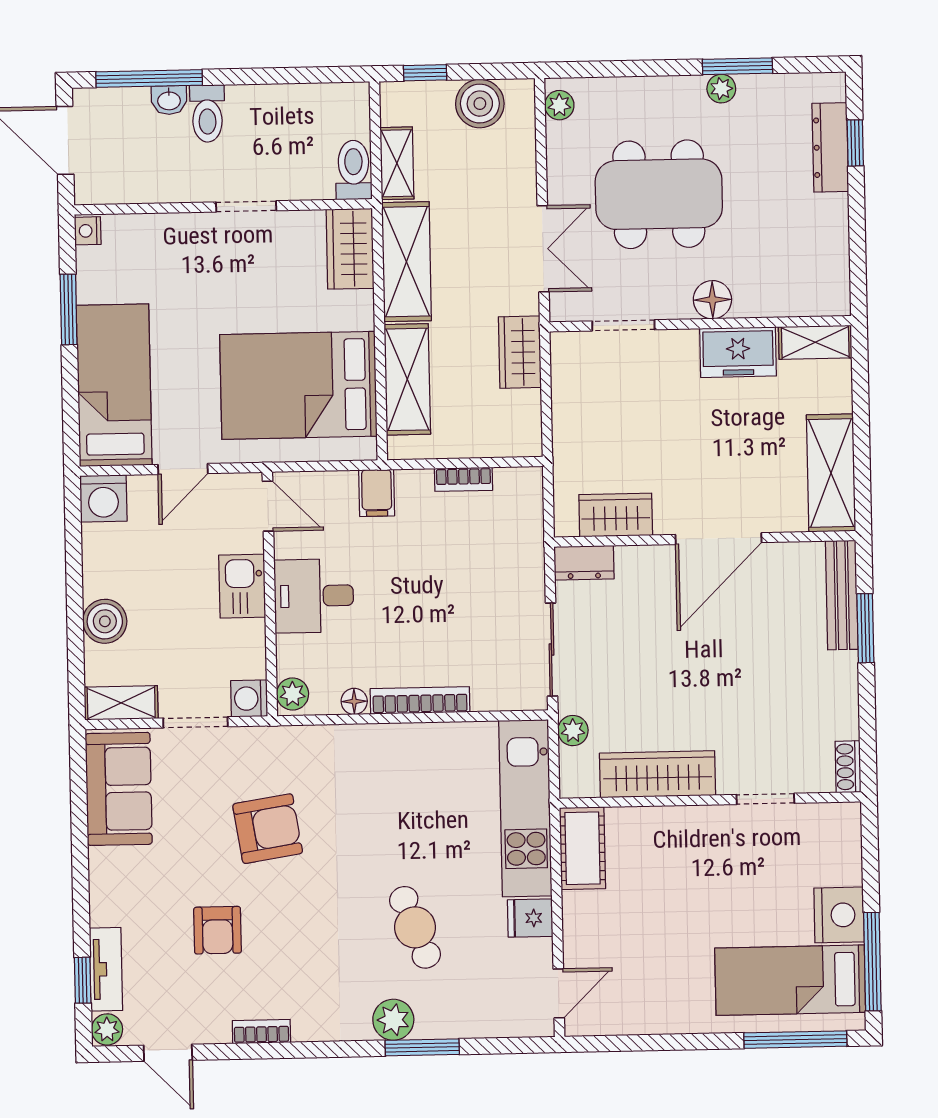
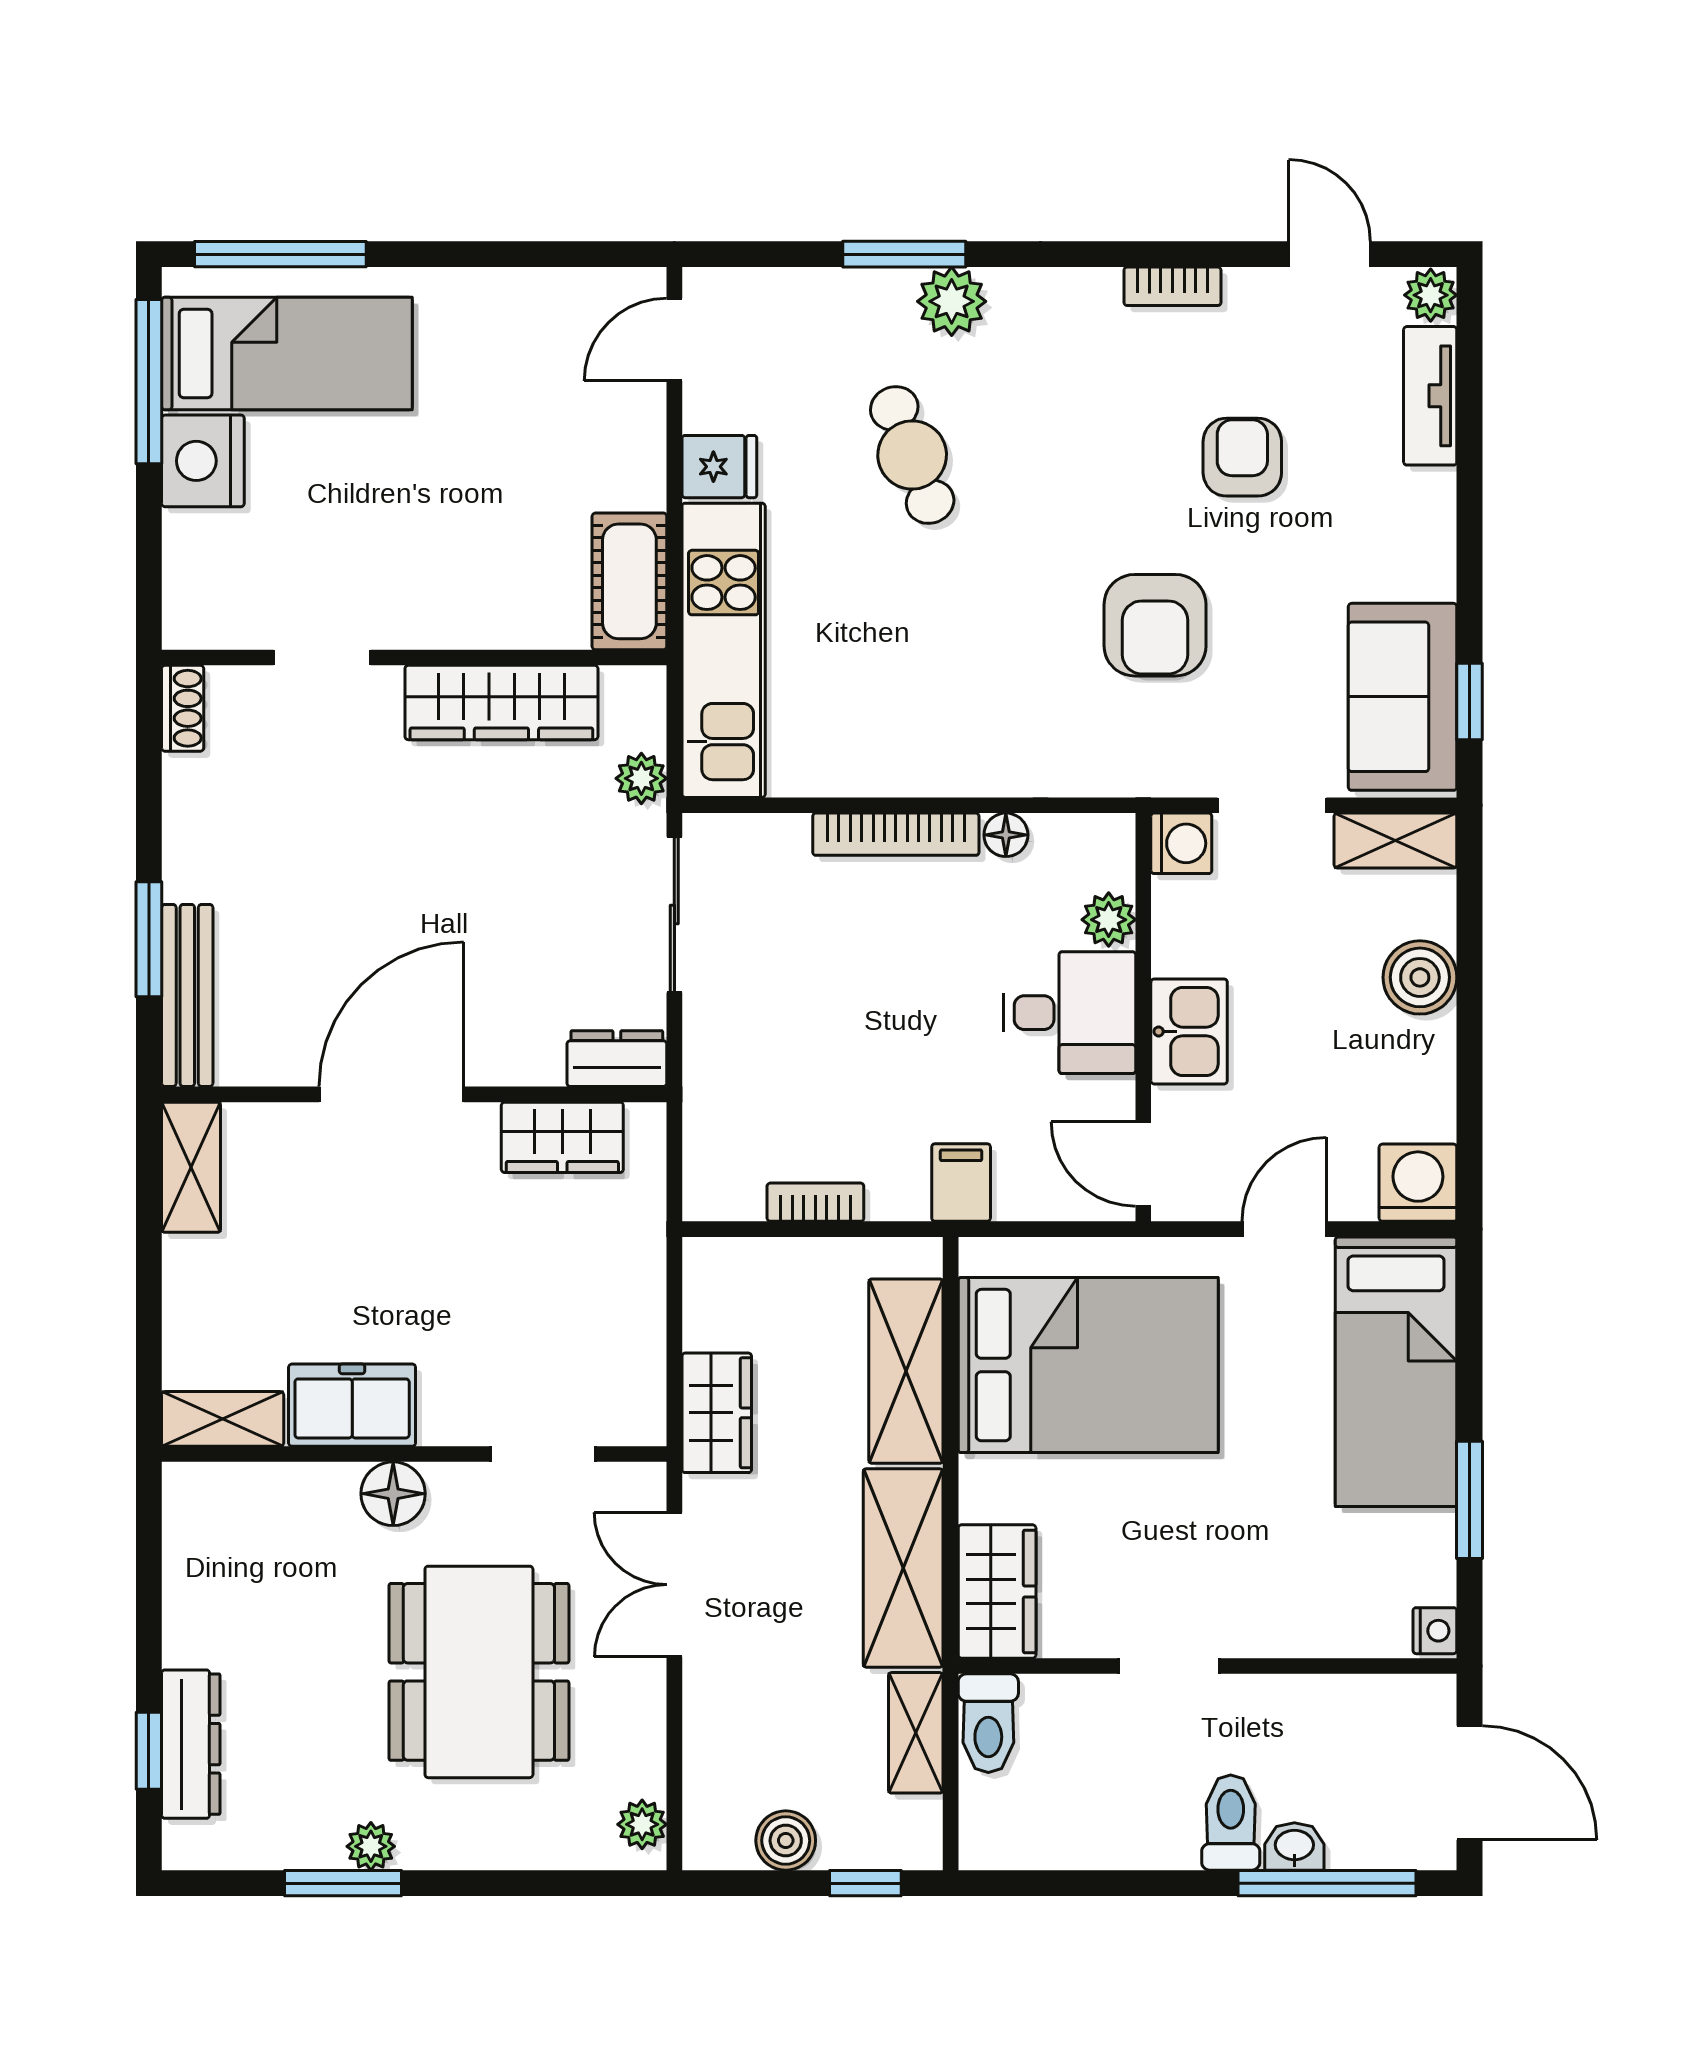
boiler: (480, 104) -> (786, 1841), width x0.73, depth x0.73
dining table: (659, 194) -> (479, 1672), turned 90
shelving: (831, 473) -> (191, 1167), width x0.67, depth x0.75
plant: (293, 694) -> (1109, 920), moved
armchair: (268, 829) -> (1155, 625), turned -81
window: (83, 980) -> (1470, 701), moved

